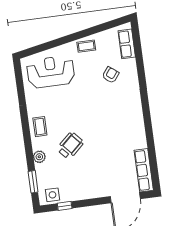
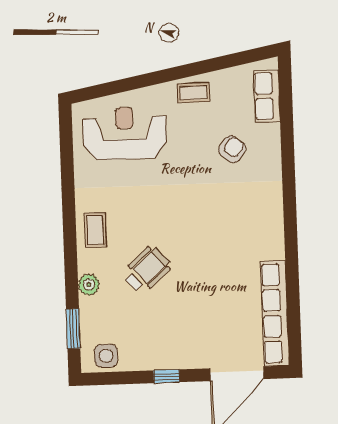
row of seats: (144, 170) -> (275, 313), width x1.36
window: (65, 206) -> (167, 376), moved

